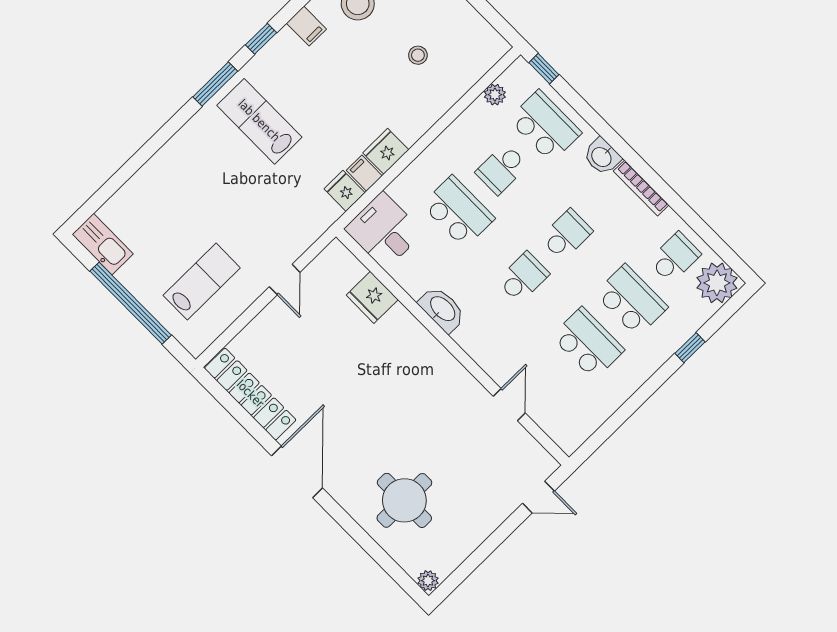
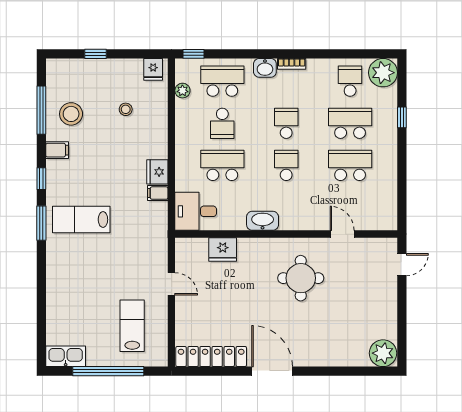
bookcase: (641, 188) -> (292, 64), width x0.64
fridge: (345, 191) -> (153, 69), moved, turned -90
round table: (404, 500) -> (301, 278), moved
plant: (428, 581) -> (383, 353), width x1.88, depth x1.88

